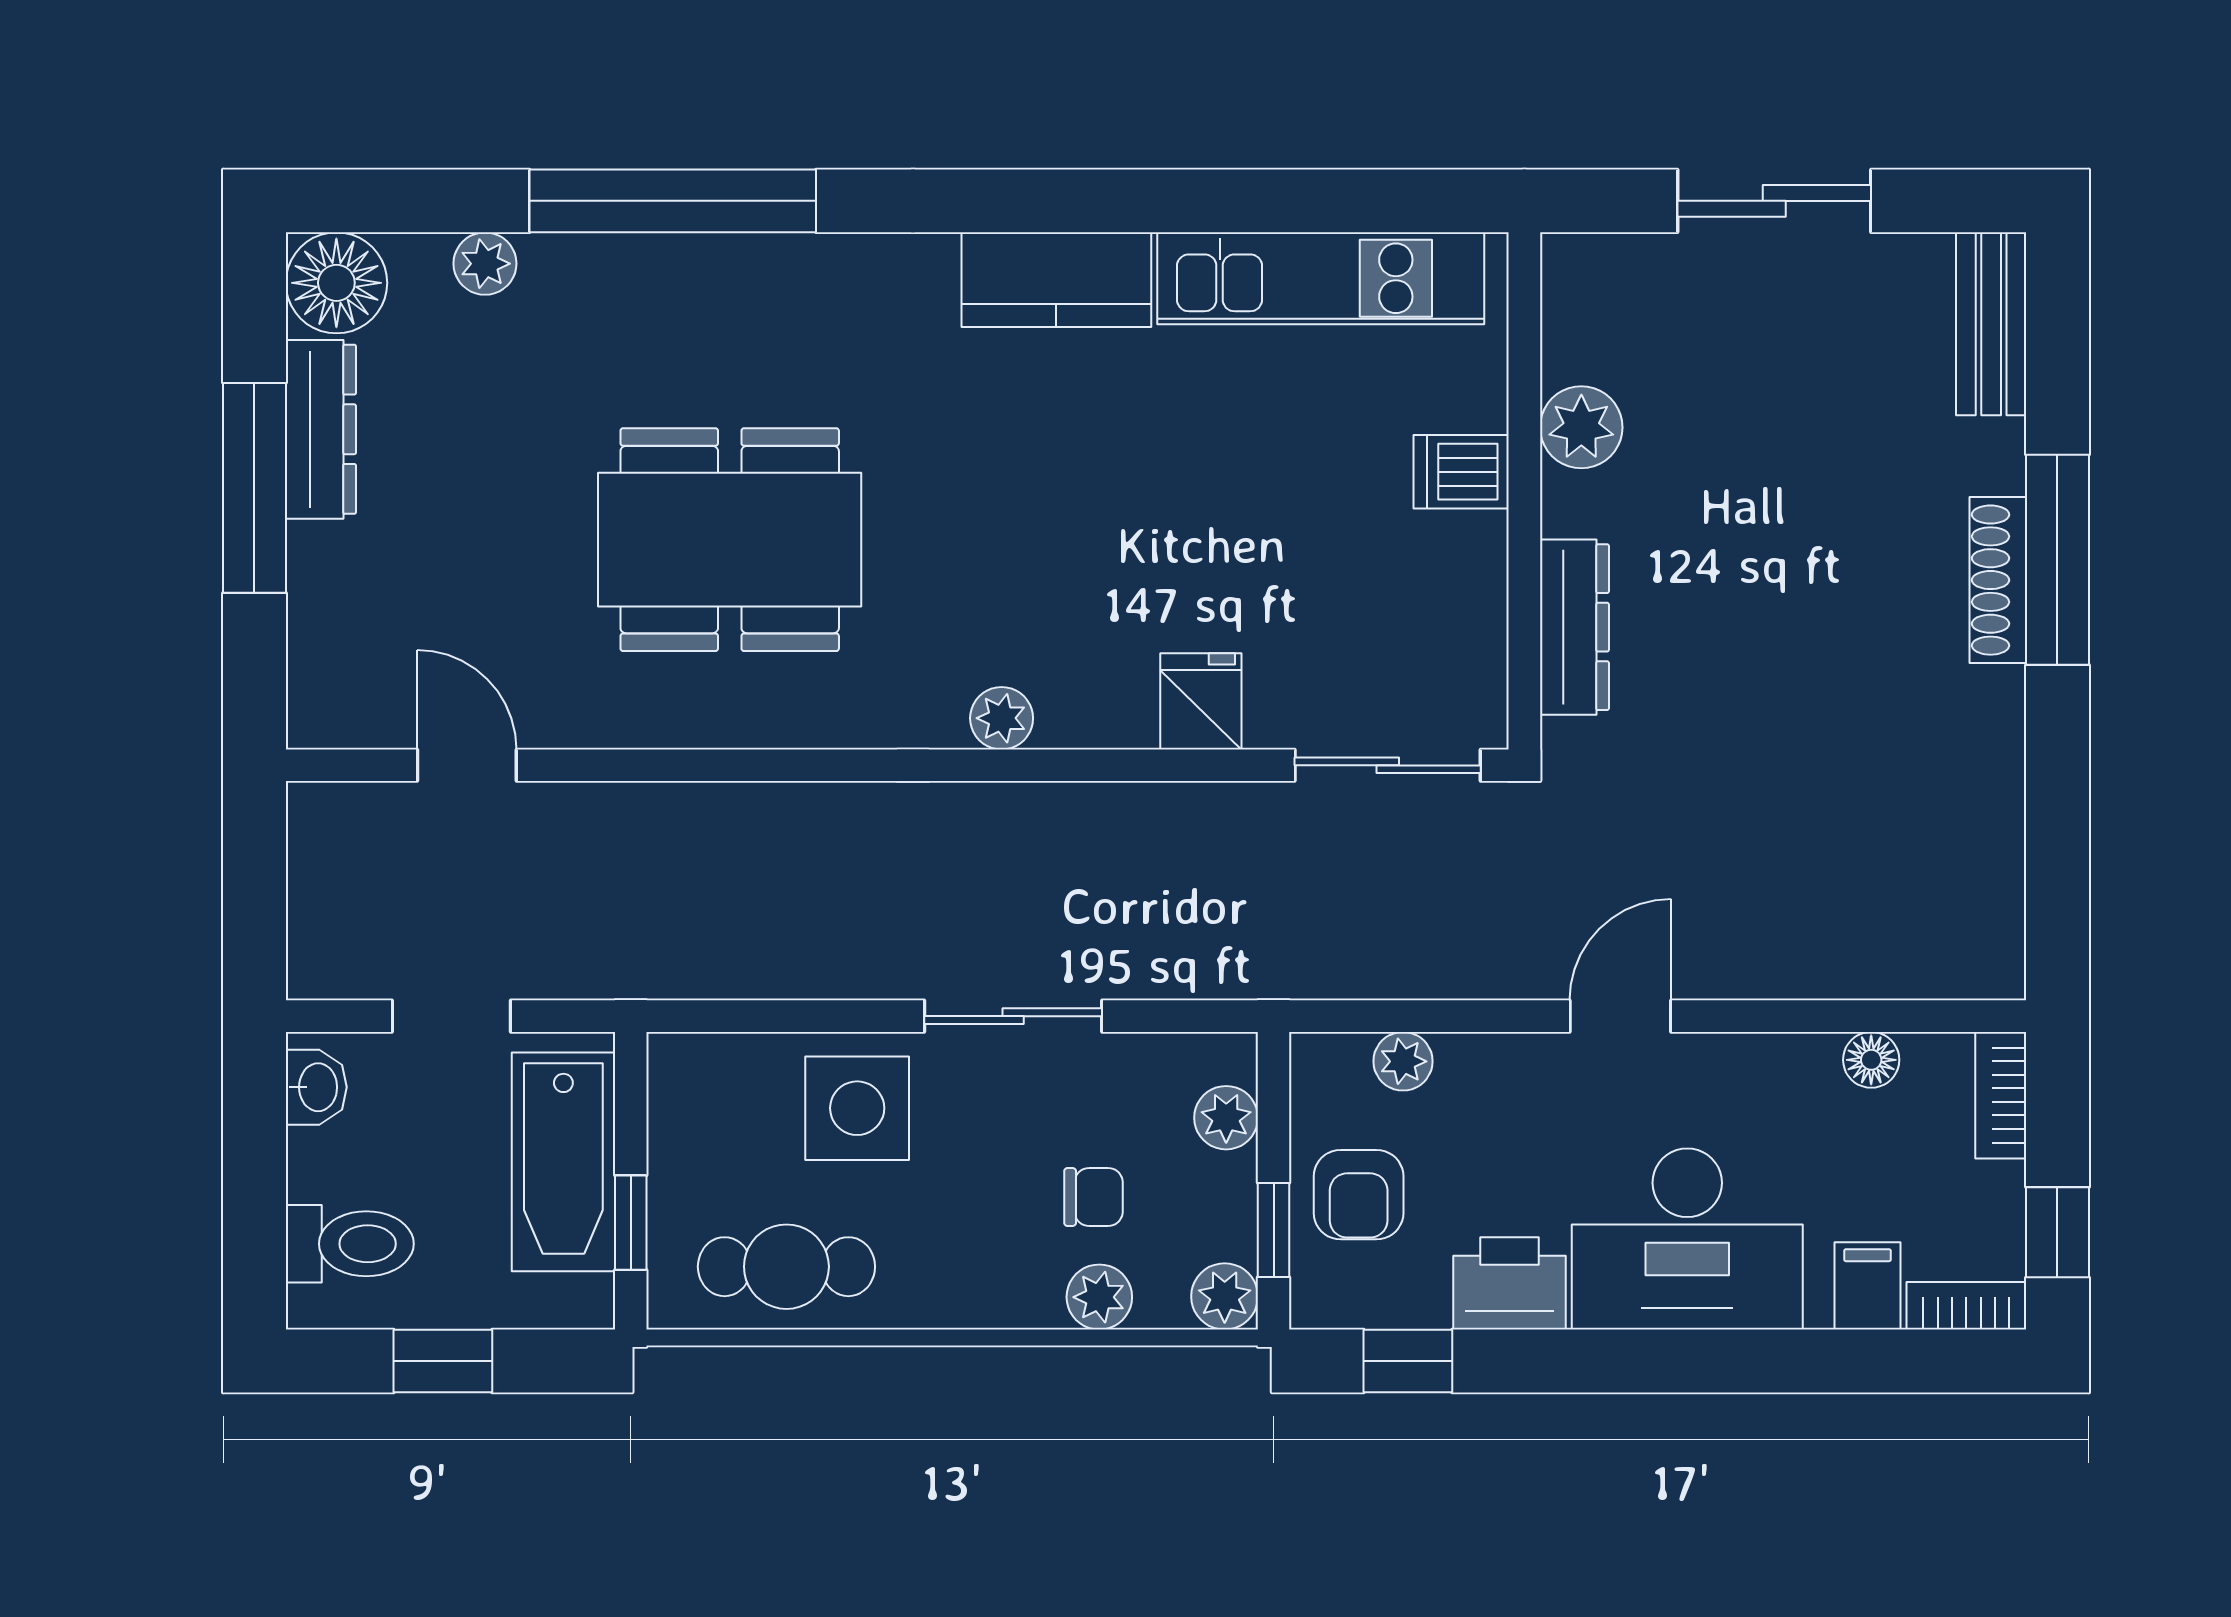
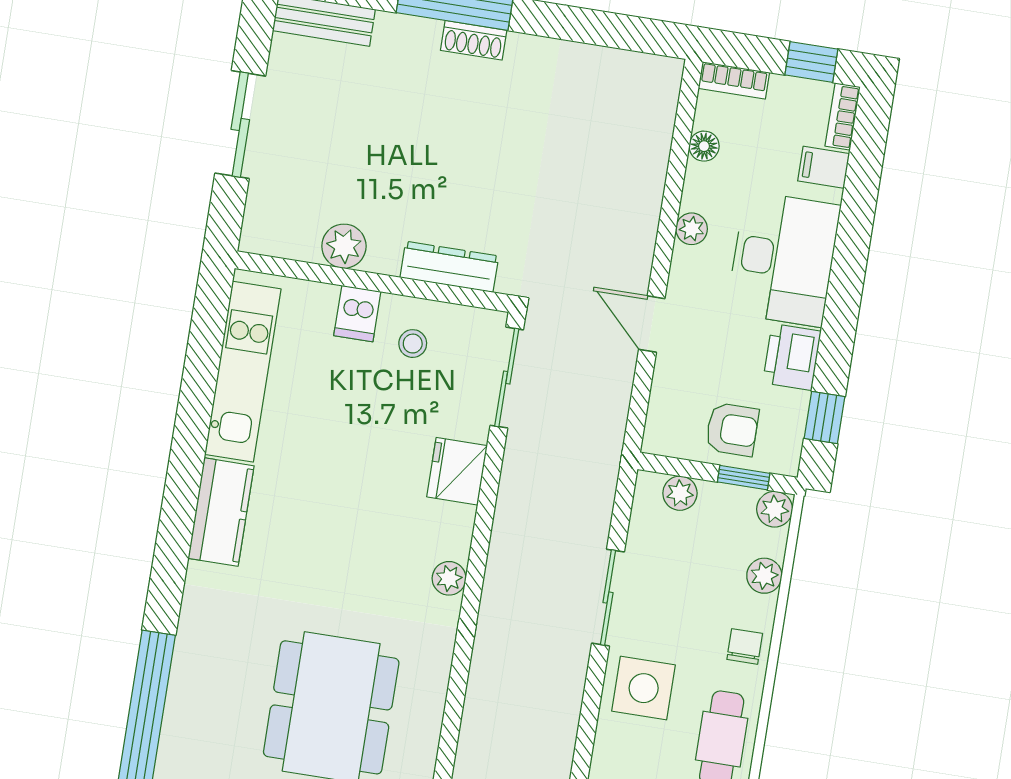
shoe rack: (1998, 580) -> (474, 40), width x0.70
stool: (1423, 582) -> (413, 344), added
fridge: (1201, 701) -> (457, 471), width x1.38
door: (1620, 1016) -> (652, 324), moved
plant: (1403, 1061) -> (692, 229), moved
chair: (1093, 1197) -> (745, 646), moved

